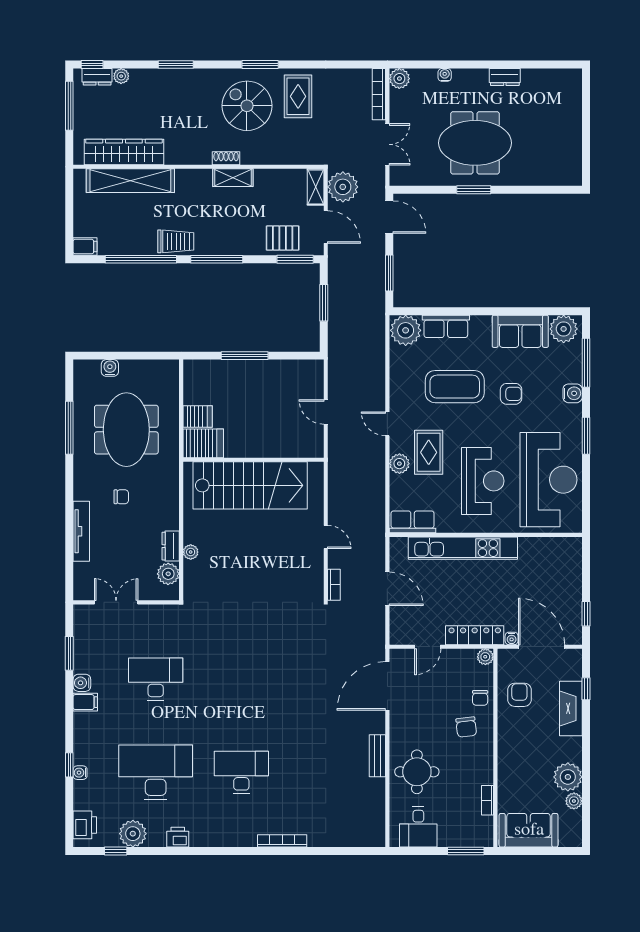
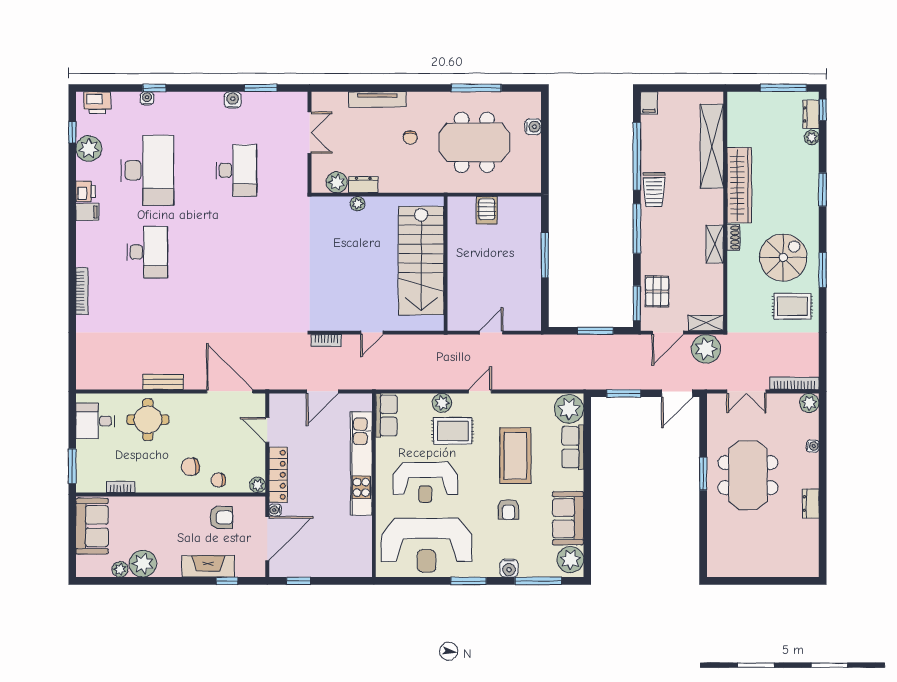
wardrobe: (124, 152) -> (739, 185), moved
server rack: (203, 443) -> (461, 216), removed
filing cabinet: (85, 702) -> (87, 212), moved, turned -90

